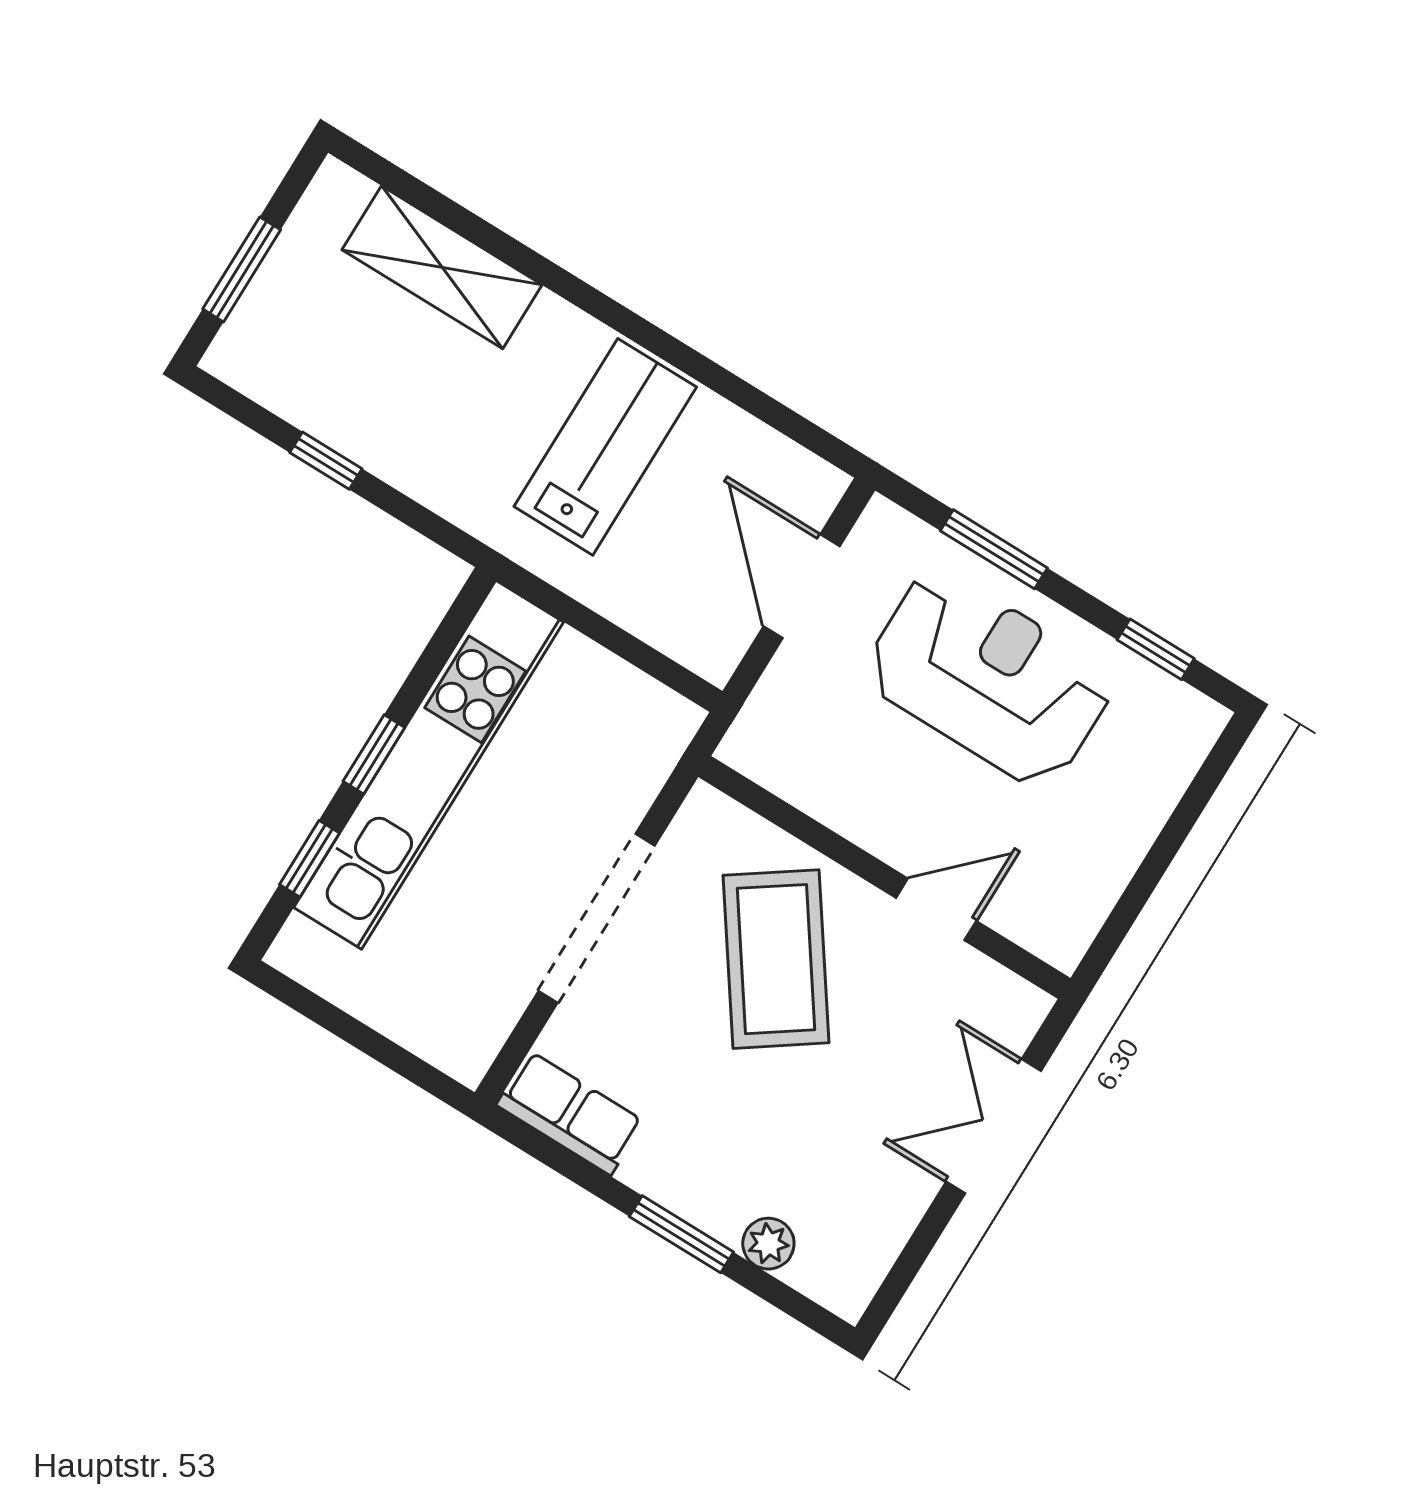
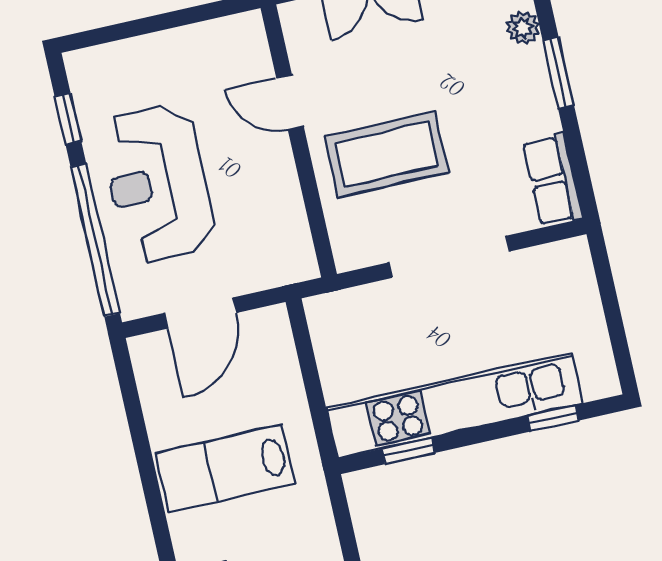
window: (994, 549) -> (95, 240), width x2.11
window: (374, 754) -> (408, 451), moved
coffee table: (776, 959) -> (386, 154), turned 35

